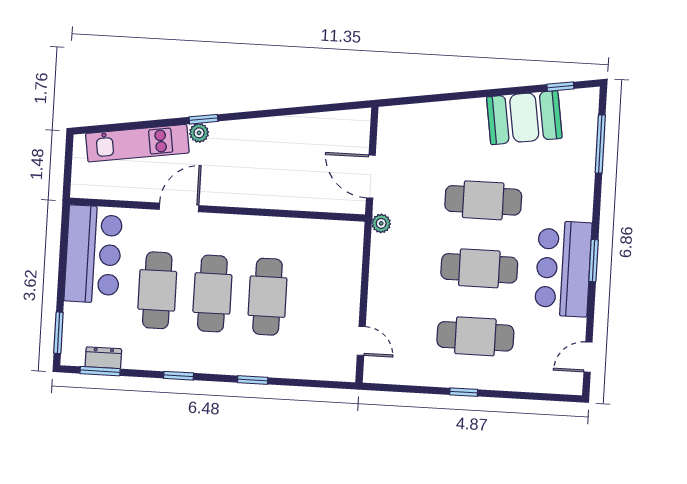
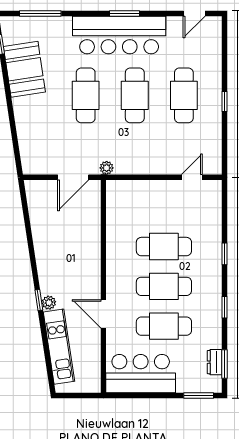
bar counter: (563, 269) -> (119, 35), width x1.36
door: (588, 357) -> (194, 14), hinge flipped

